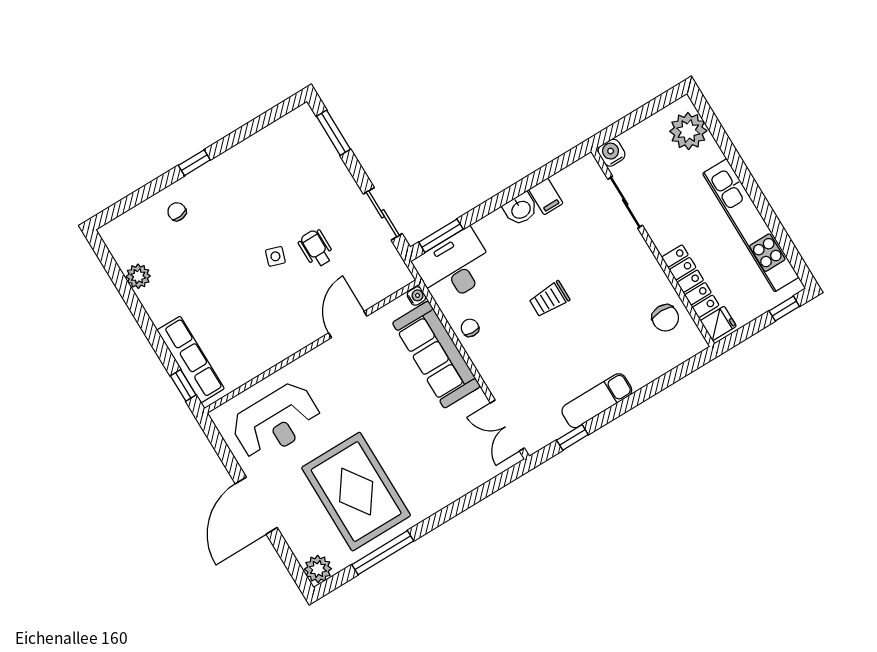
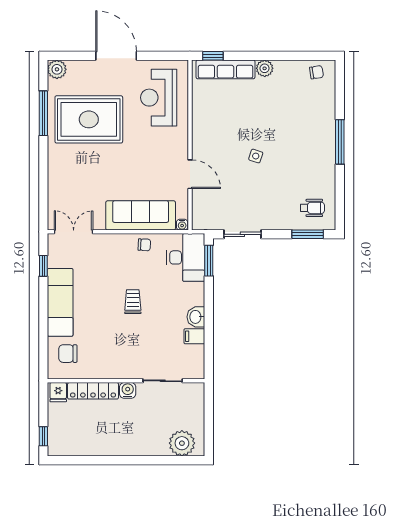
water cooler: (612, 153) -> (128, 390), moved, turned -90
window: (194, 163) -> (340, 142), width x2.17
chair: (177, 212) -> (316, 72), moved
kitchen unit: (751, 225) -> (104, 446), removed
wheelchair: (316, 248) -> (312, 208), moved
plant: (138, 276) -> (265, 68), moved
chair: (665, 318) -> (68, 354), moved
exam couch: (597, 401) -> (60, 302), width x1.36, depth x1.45

